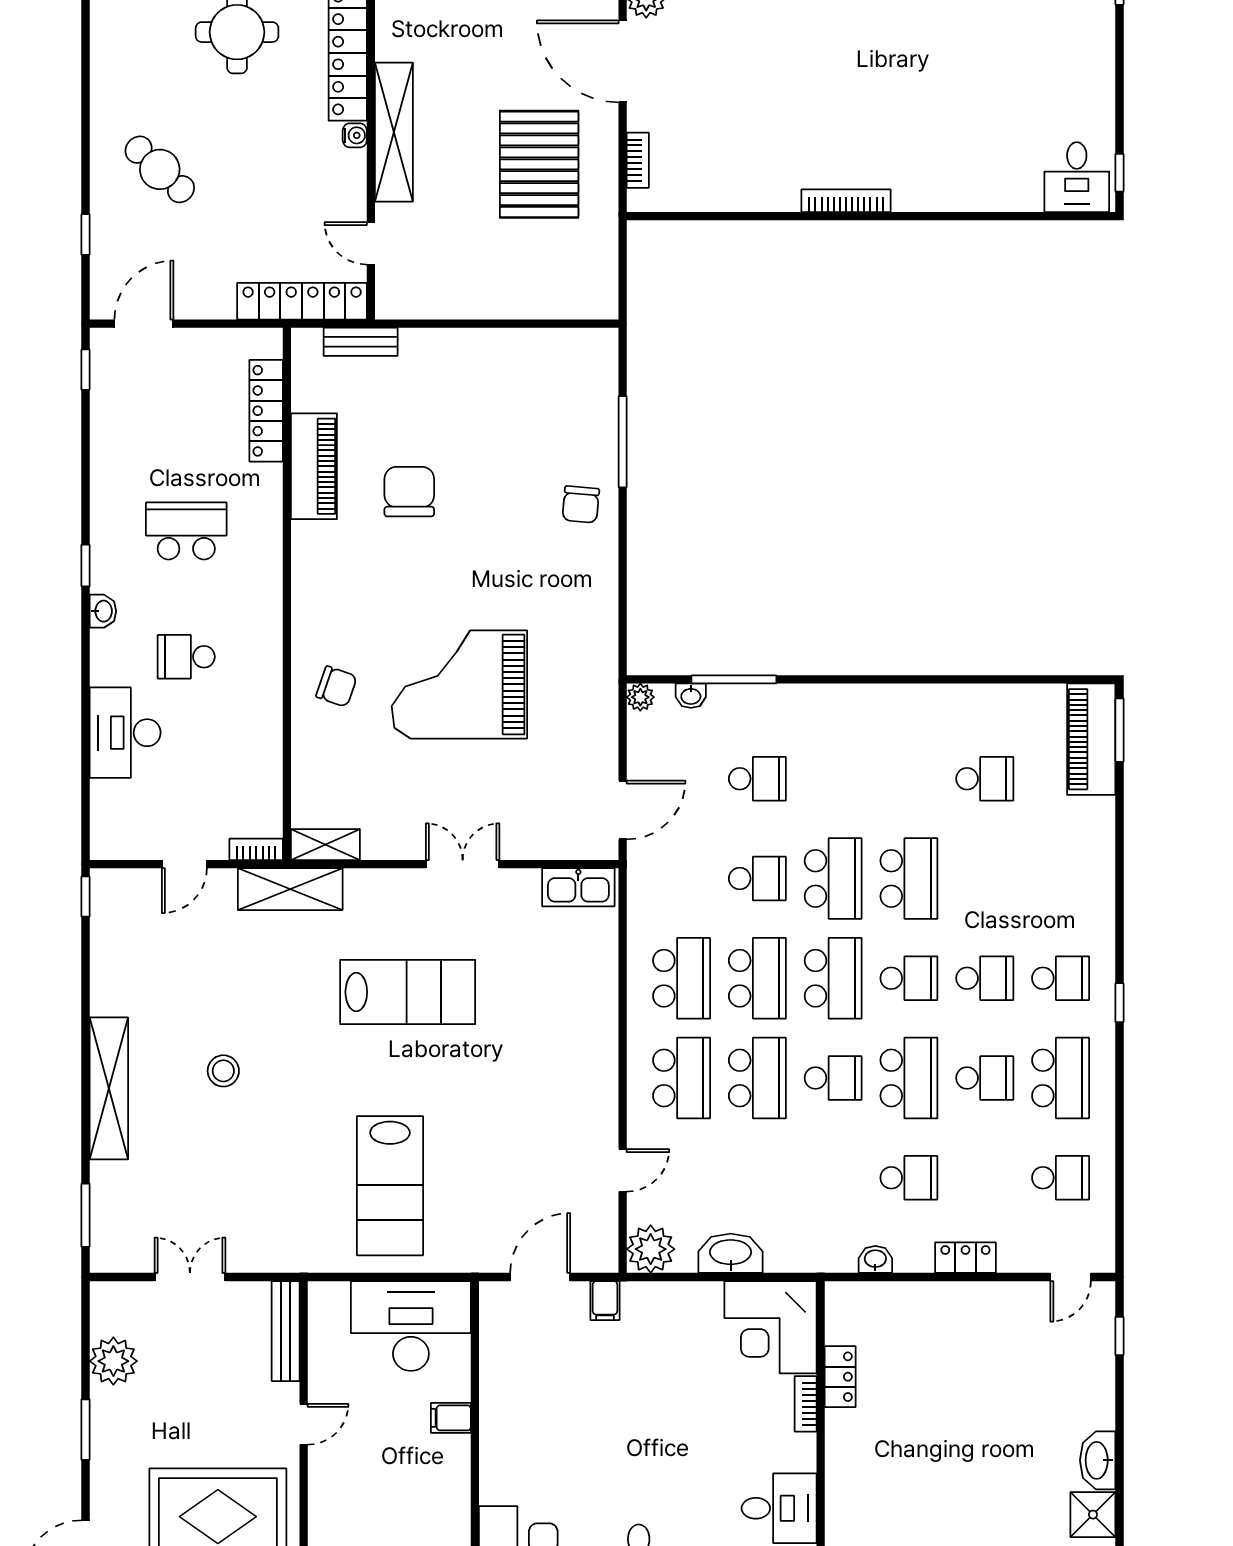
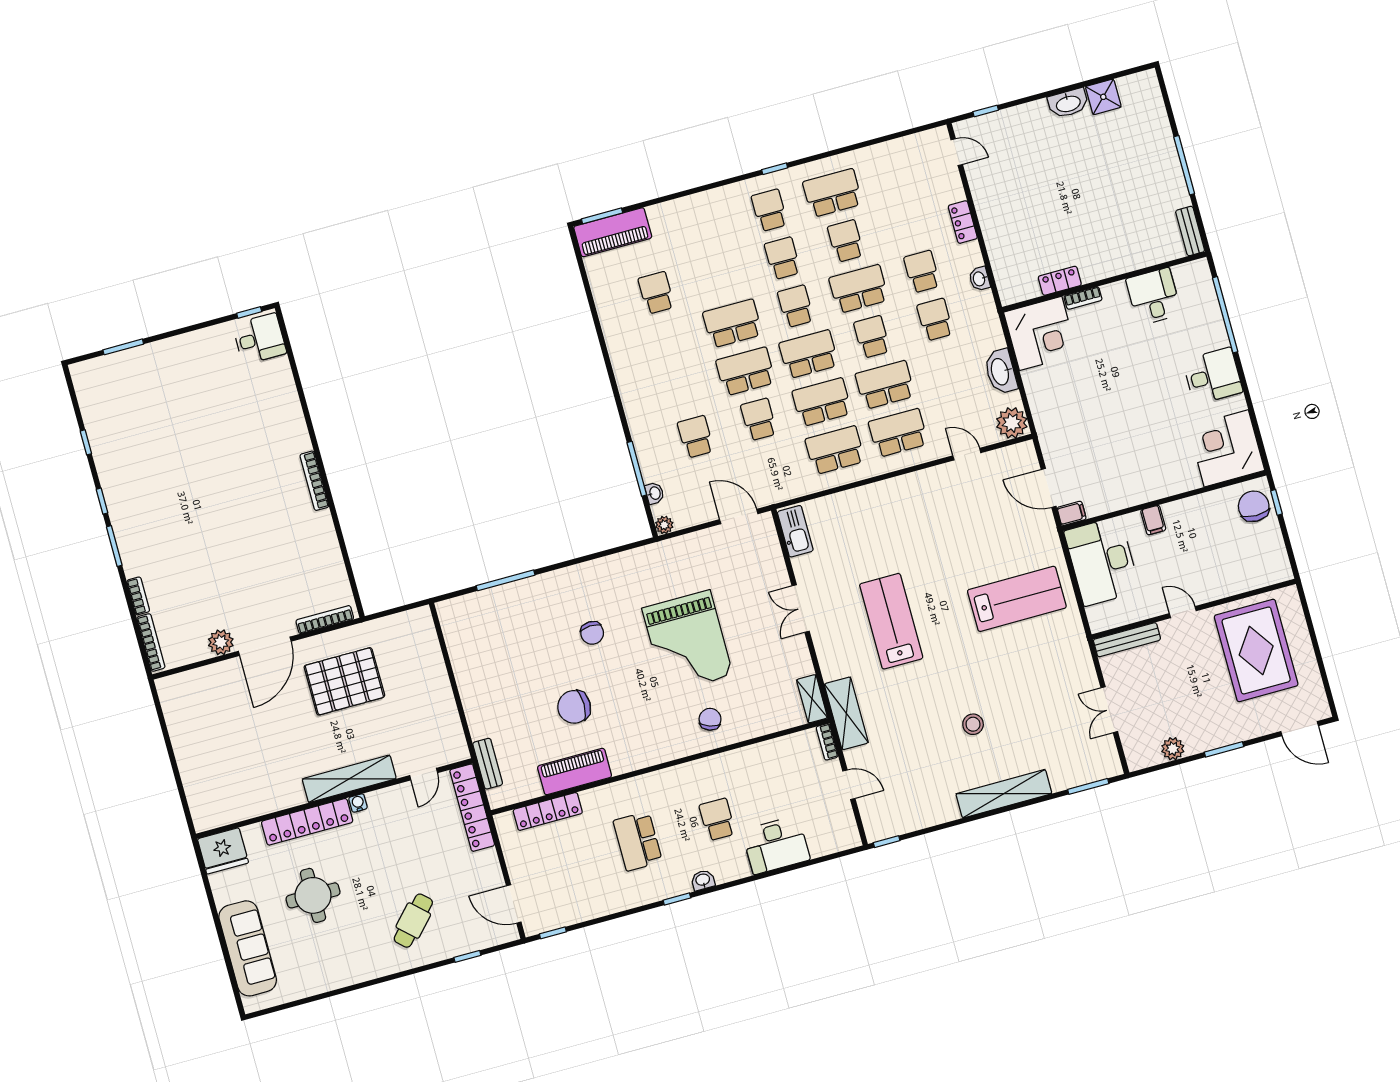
bookcase: (638, 160) -> (325, 620), width x1.56
chair: (581, 504) -> (592, 633), moved, turned 83
school desk: (186, 657) -> (717, 819), turned 180
school desk: (1061, 1178) -> (935, 320), moved
filing cabinet: (605, 1301) -> (1072, 513), moved
plant: (113, 1361) -> (1173, 749), width x0.73, depth x0.73

